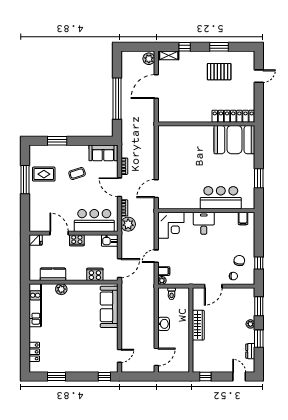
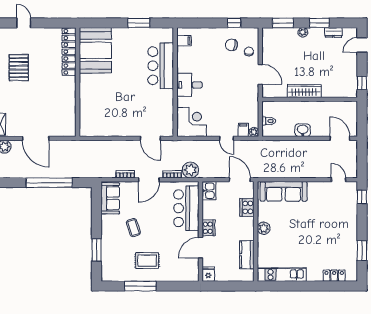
rug: (44, 174) -> (147, 261), moved, turned 90
plant: (61, 289) -> (264, 228), moved

